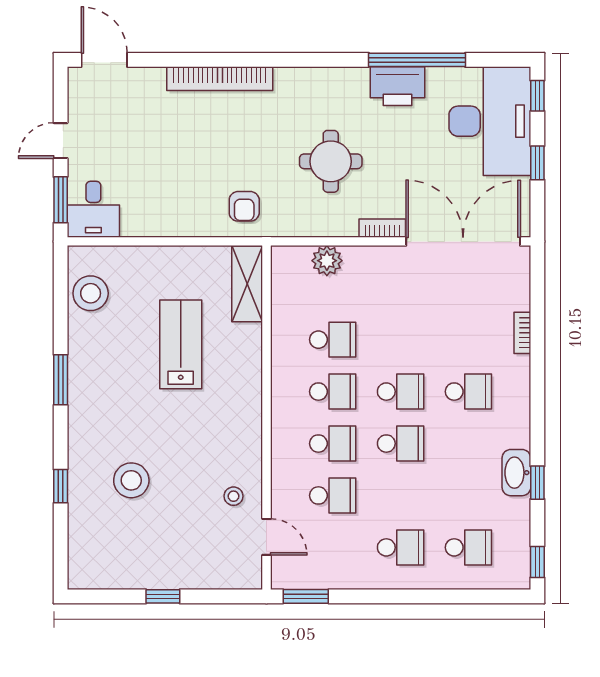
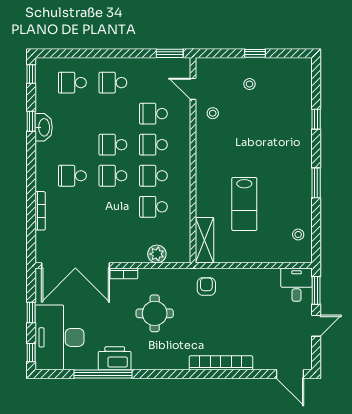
stool: (91, 293) -> (298, 235), width x0.53, depth x0.53
bookcase: (522, 333) -> (40, 211), width x1.56
stool: (131, 480) -> (249, 84), moved, width x0.53, depth x0.53

